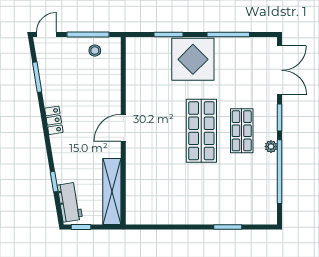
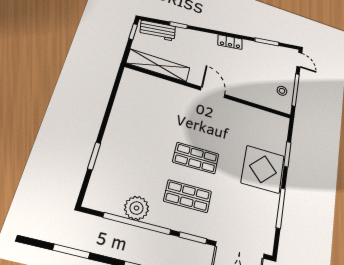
shop shelf: (201, 131) -> (196, 158), width x0.70, depth x0.74
plant: (271, 147) -> (137, 208), moved, width x1.88, depth x1.88

